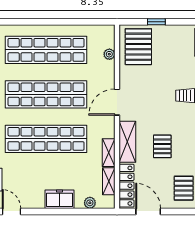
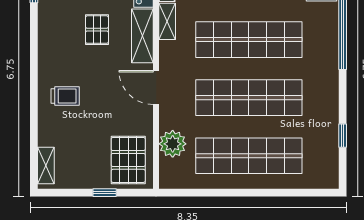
plant: (109, 54) -> (173, 144), width x1.88, depth x1.88
door: (117, 102) -> (156, 88), swing flipped

